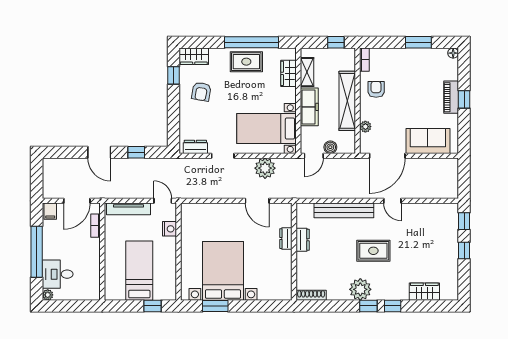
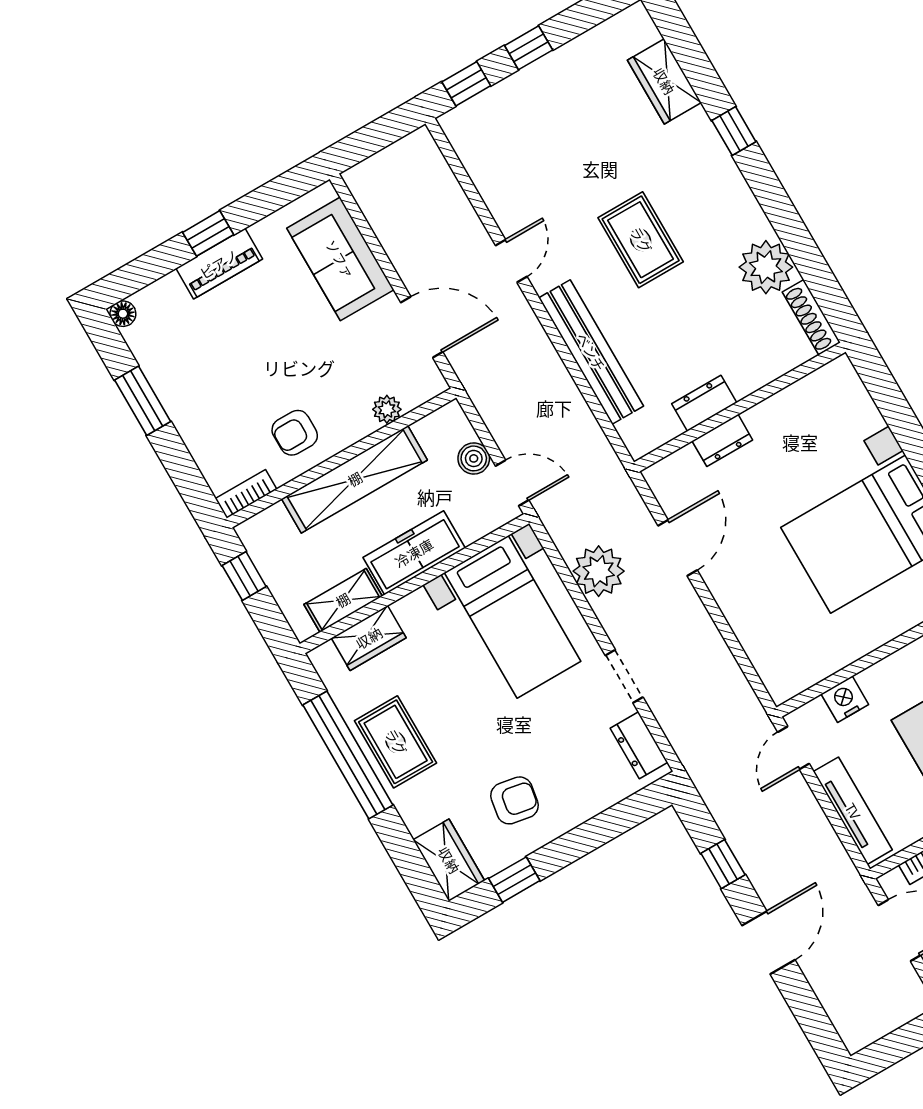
door: (387, 156) -> (422, 327), width x0.73
plant: (360, 289) -> (766, 267), moved
window: (368, 306) -> (764, 183), removed

